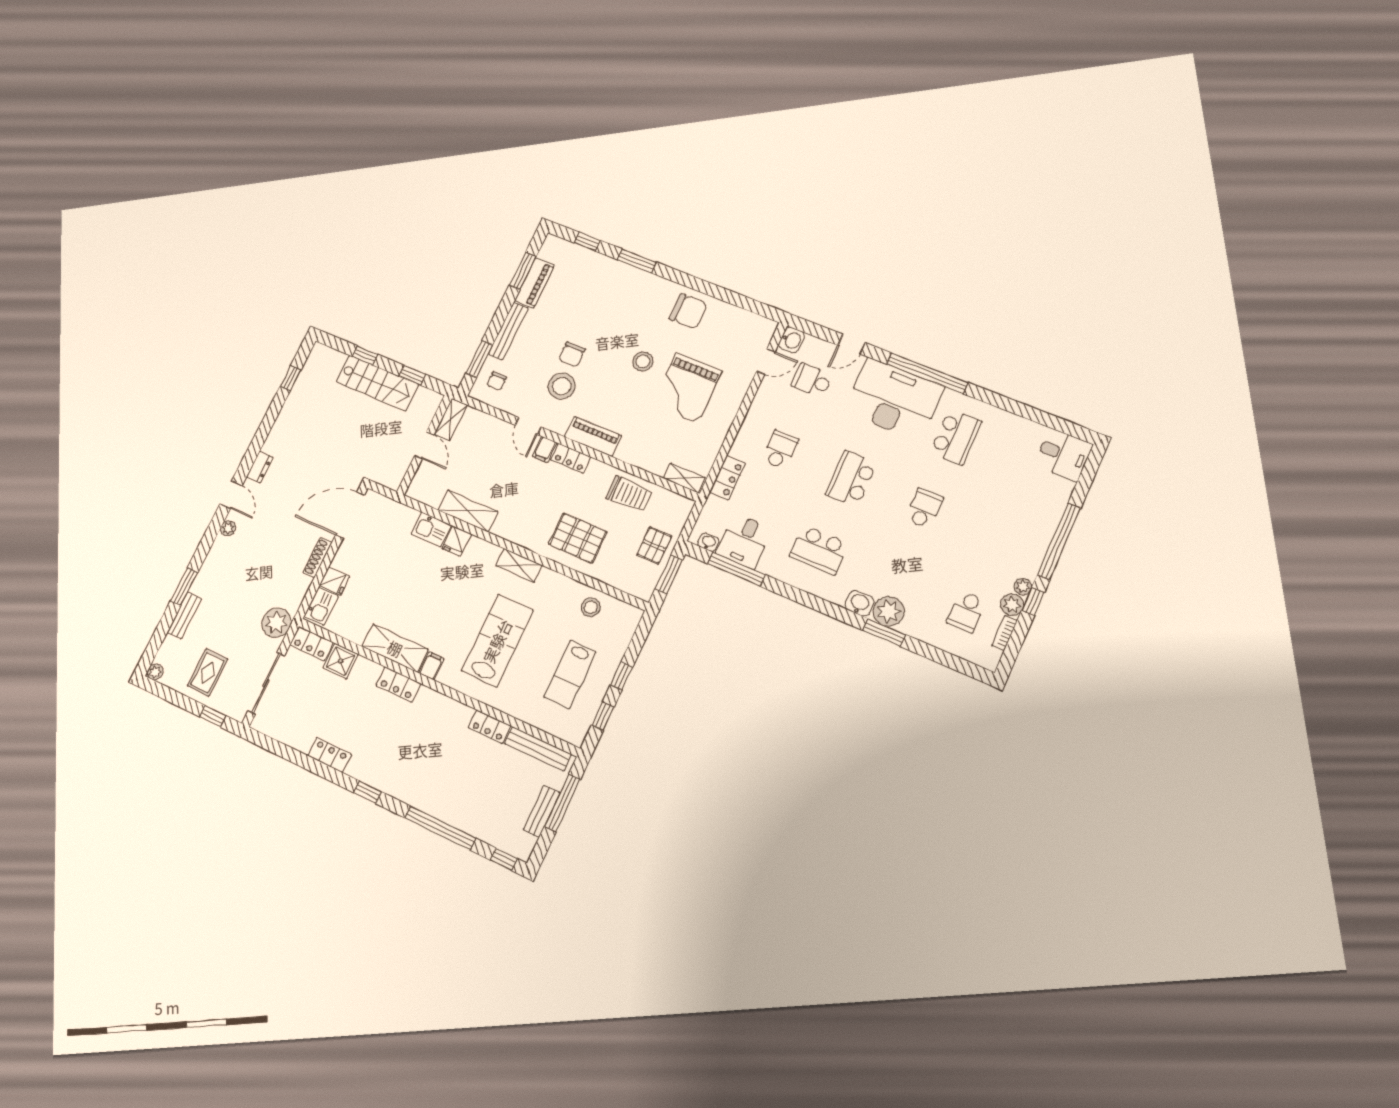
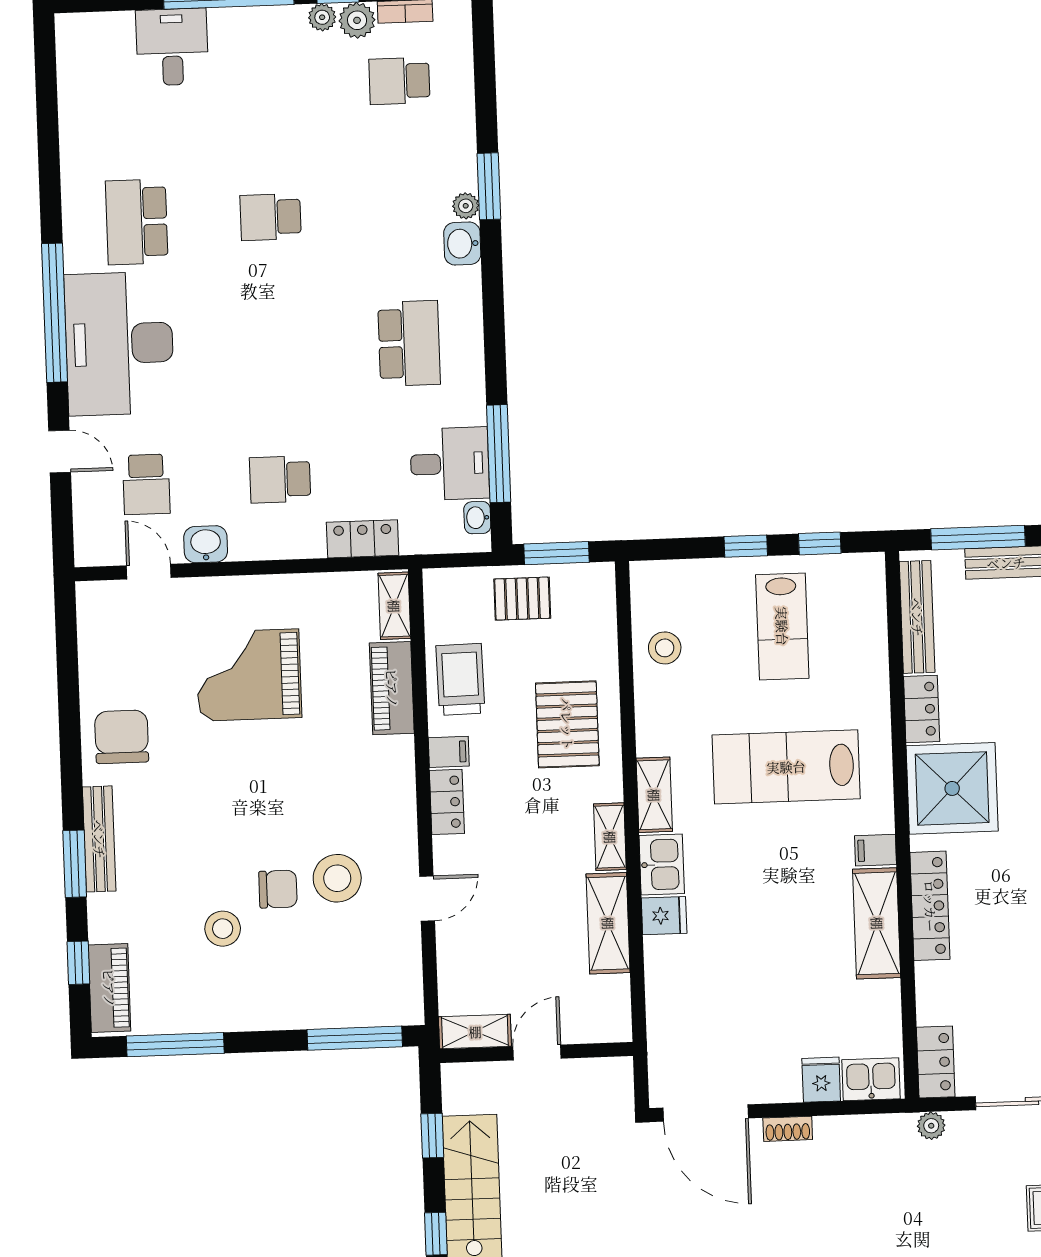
window: (523, 271) -> (175, 1045), width x1.44
piano: (534, 283) -> (109, 988), moved, turned 90
bench: (508, 331) -> (99, 839), moved, turned 90
washbasin: (792, 340) -> (206, 544), moved
window: (479, 359) -> (355, 1038), width x1.44
stool: (643, 362) -> (223, 929), moved
chair: (497, 381) -> (378, 989), removed
grand piano: (687, 388) -> (249, 675), turned 180
piano: (593, 436) -> (392, 688), moved
school desk: (956, 437) -> (137, 222), turned -90
filing cabinet: (545, 449) -> (449, 752), moved
desk: (1063, 455) -> (172, 47), moved
school desk: (851, 479) -> (275, 348), removed
kitchen sink: (431, 529) -> (662, 865), moved
shelving: (510, 533) -> (610, 837), added
shoe rack: (318, 558) -> (788, 1129), width x0.70
plant: (889, 611) -> (466, 206), width x0.53, depth x0.53
school desk: (967, 612) -> (399, 81), turned 180
plant: (276, 623) -> (931, 1126), width x0.53, depth x0.53
shower: (341, 661) -> (952, 788), moved, width x1.86, depth x1.86
lab bench: (570, 674) -> (782, 626), turned 90
locker: (398, 684) -> (930, 906), width x1.53

